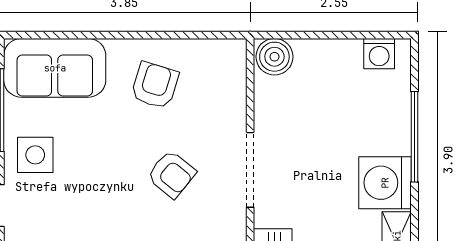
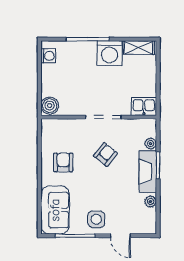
armchair: (155, 85) -> (63, 162), turned 73

